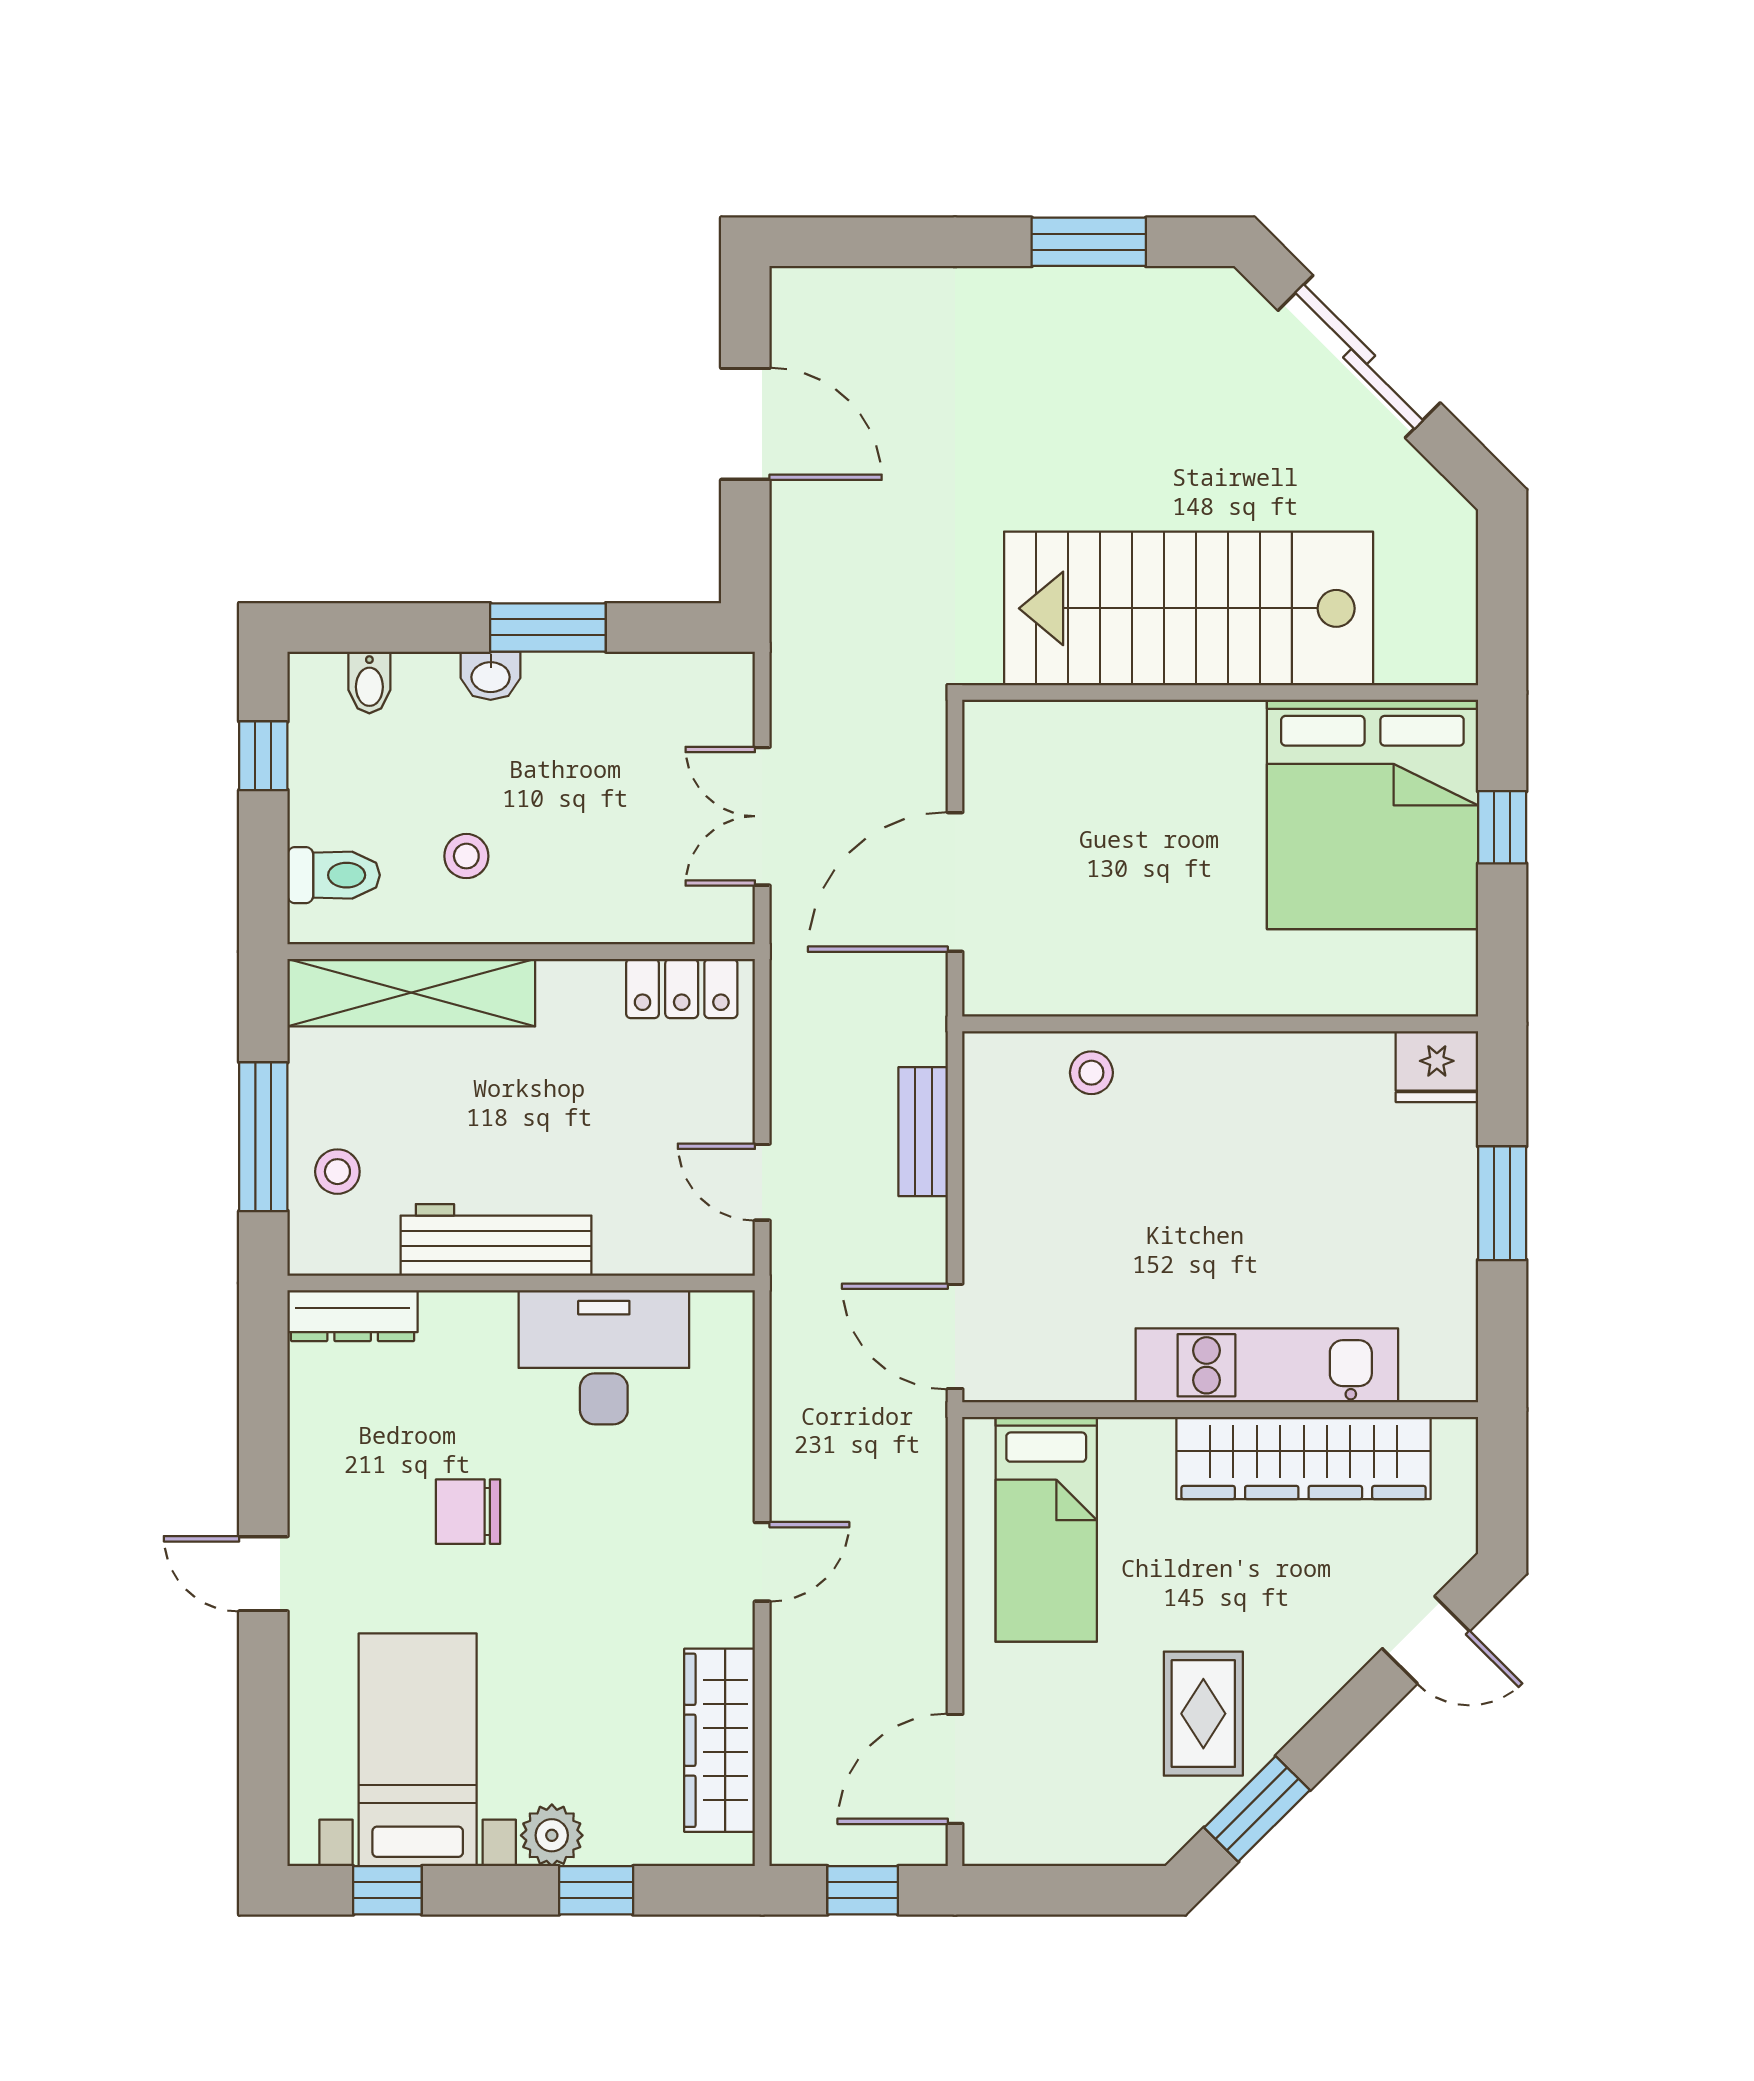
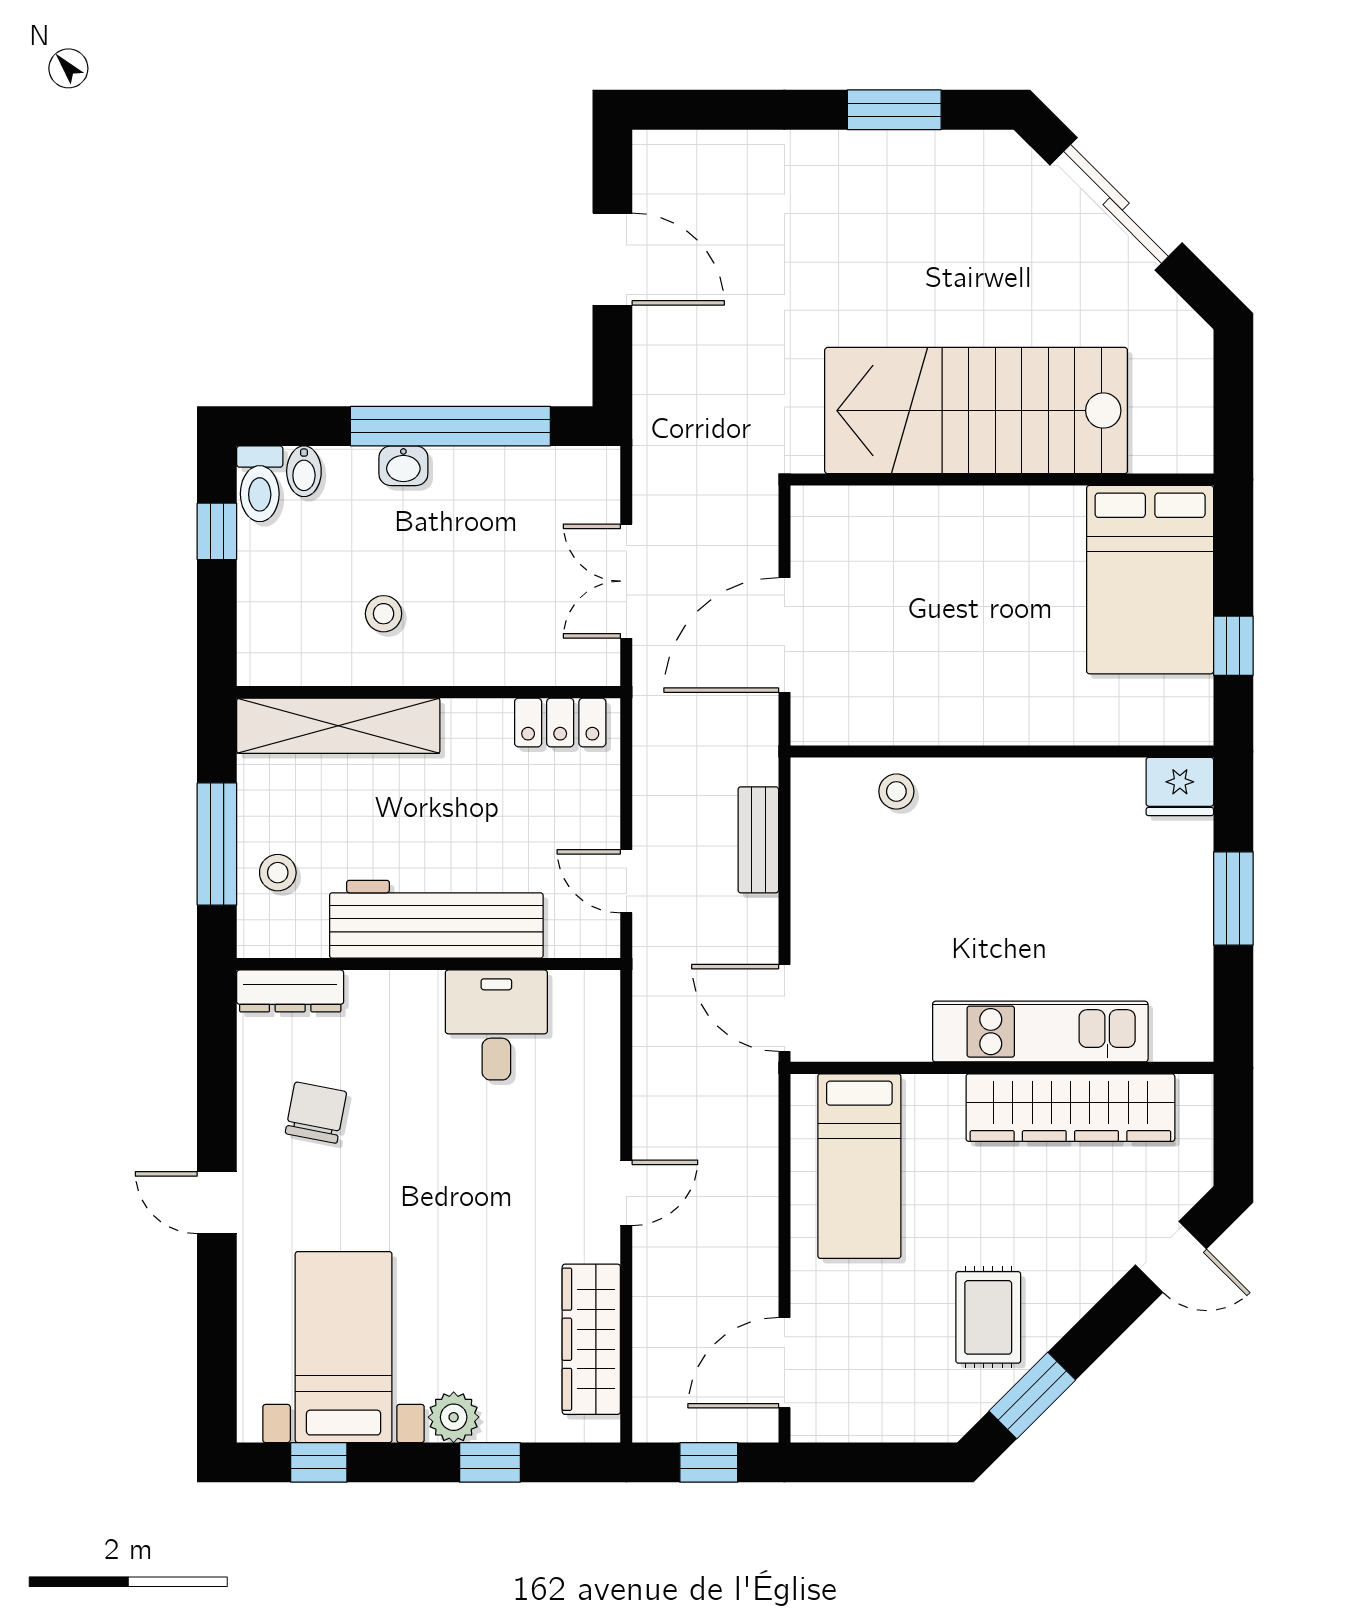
window: (548, 627) -> (450, 426), width x2.11
bed: (1372, 814) -> (1150, 580), width x0.73
window: (1502, 827) -> (1233, 646), moved
toilet: (334, 875) -> (260, 484), moved, turned 90
workbench: (496, 1240) -> (436, 919), width x1.36, depth x1.32
desk: (604, 1357) -> (496, 1025), width x0.73
chair: (468, 1512) -> (316, 1113), moved, turned 101

